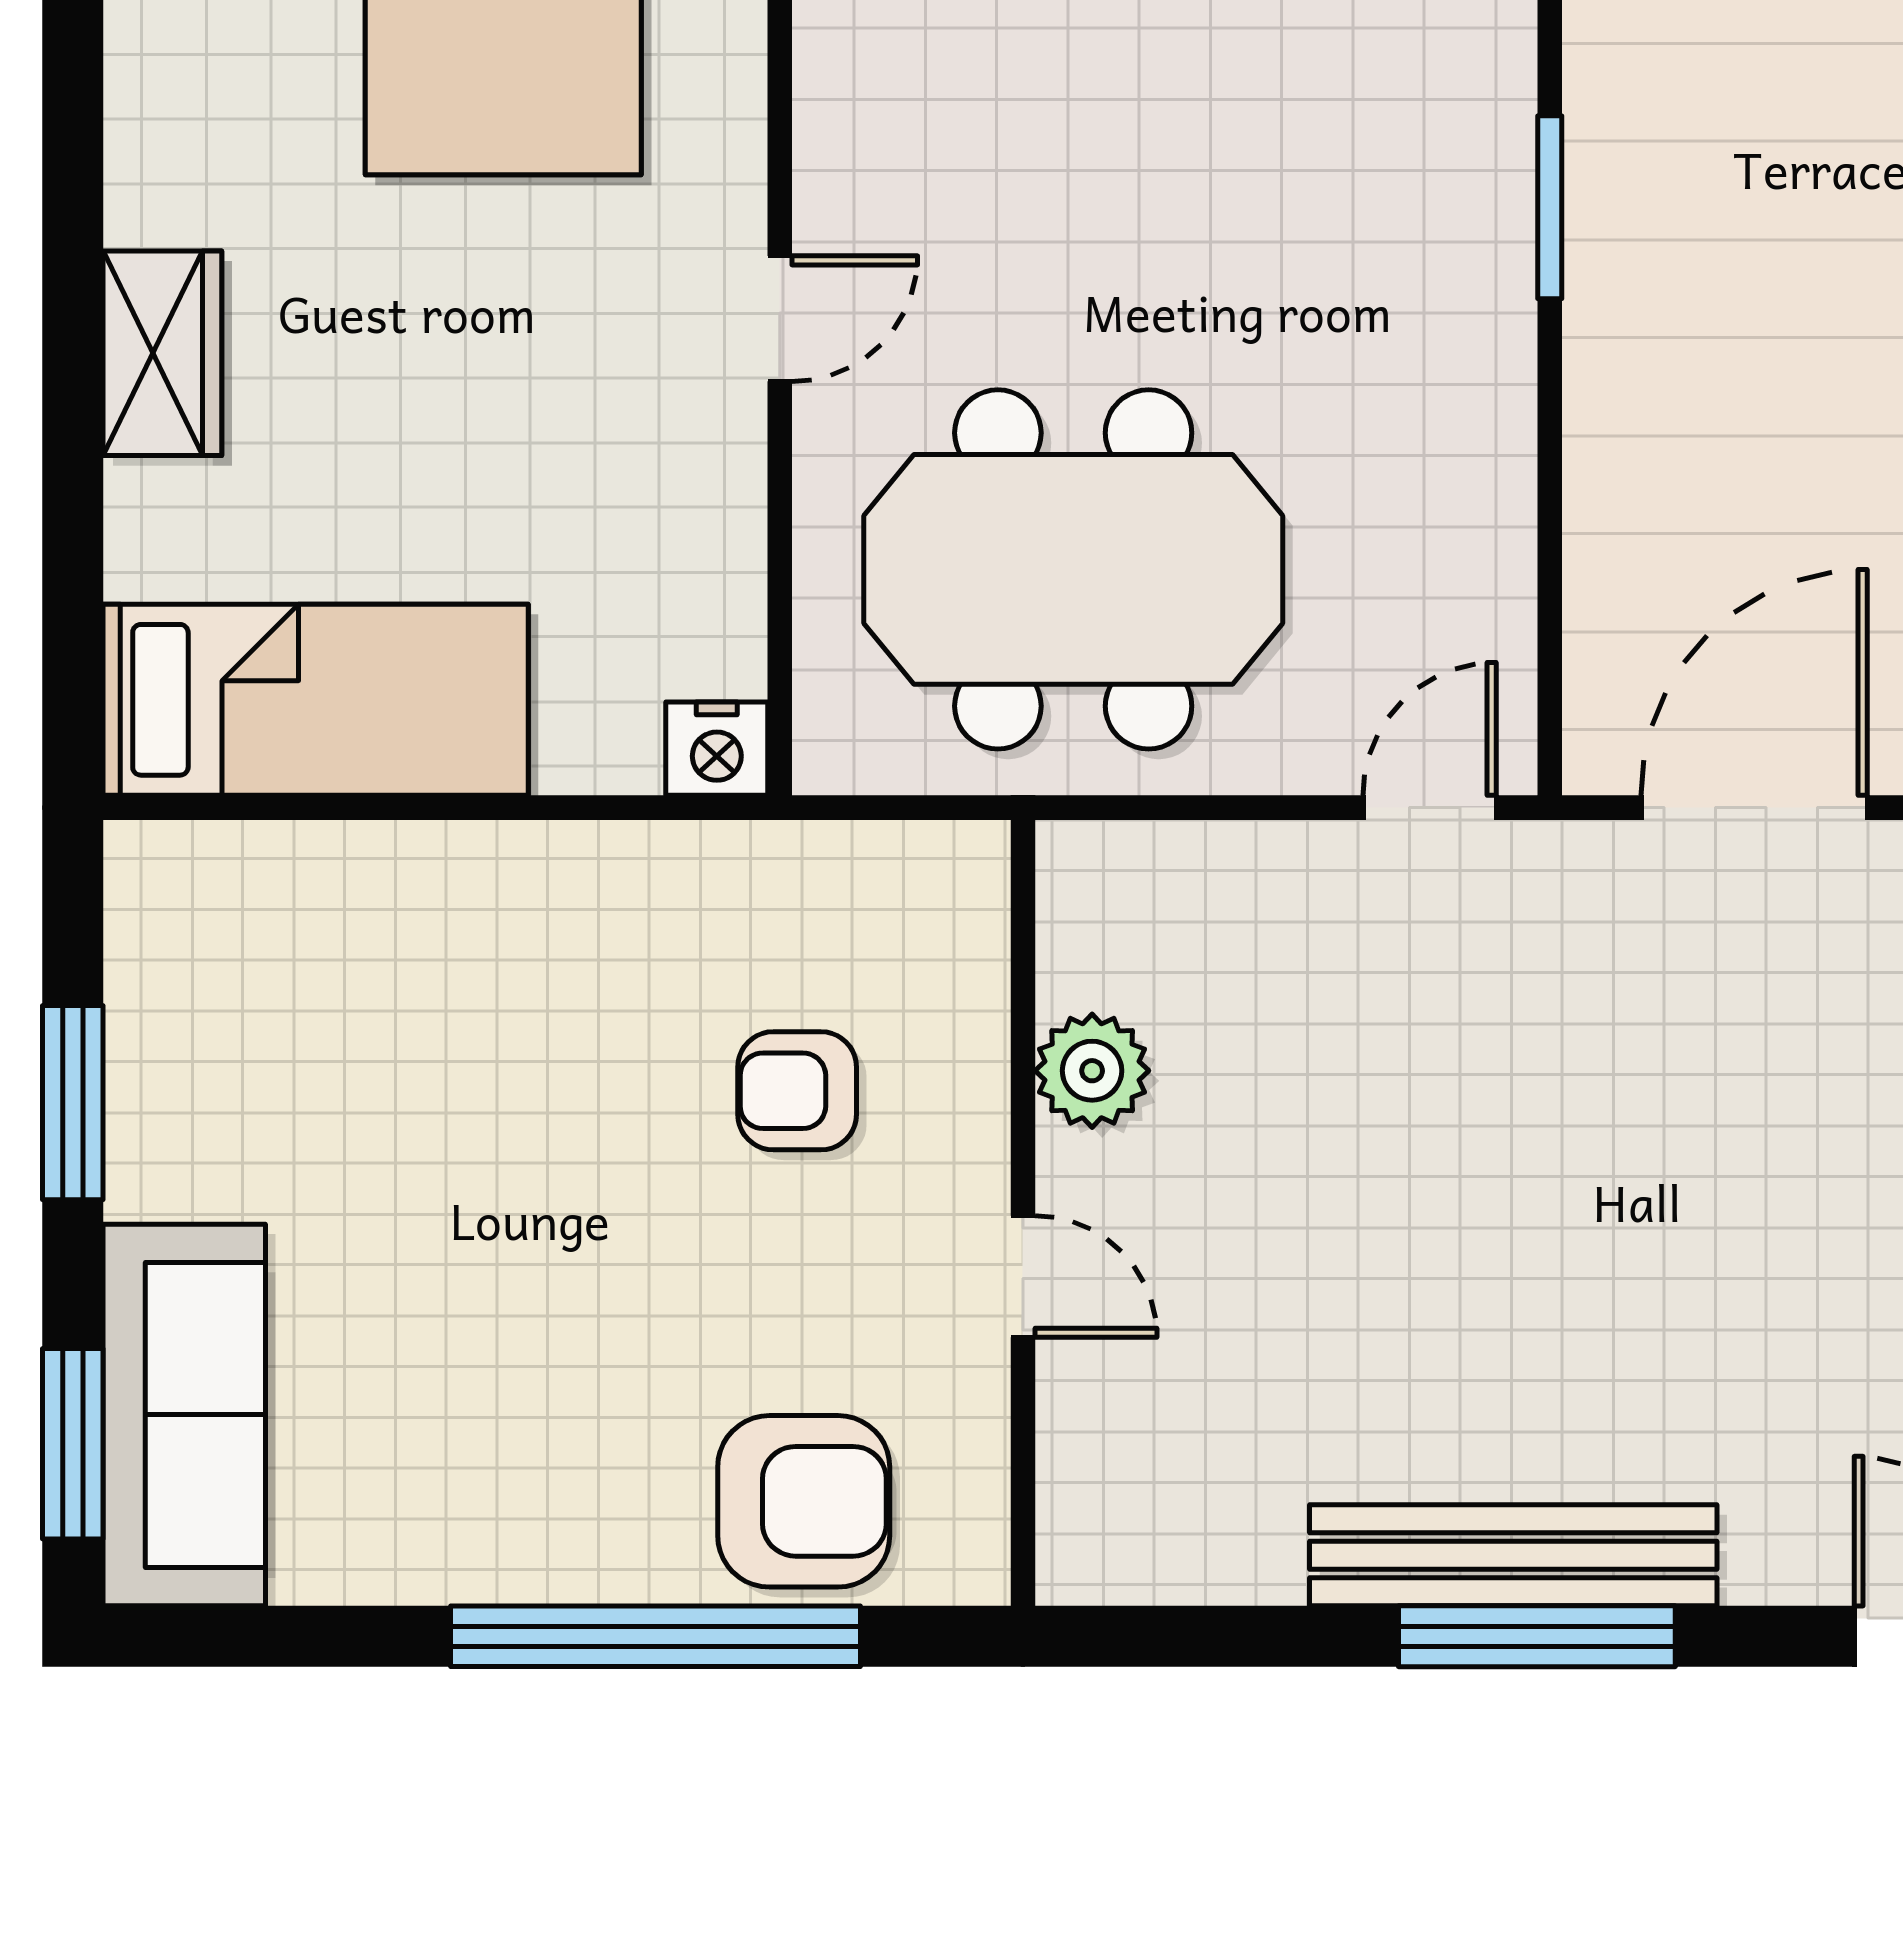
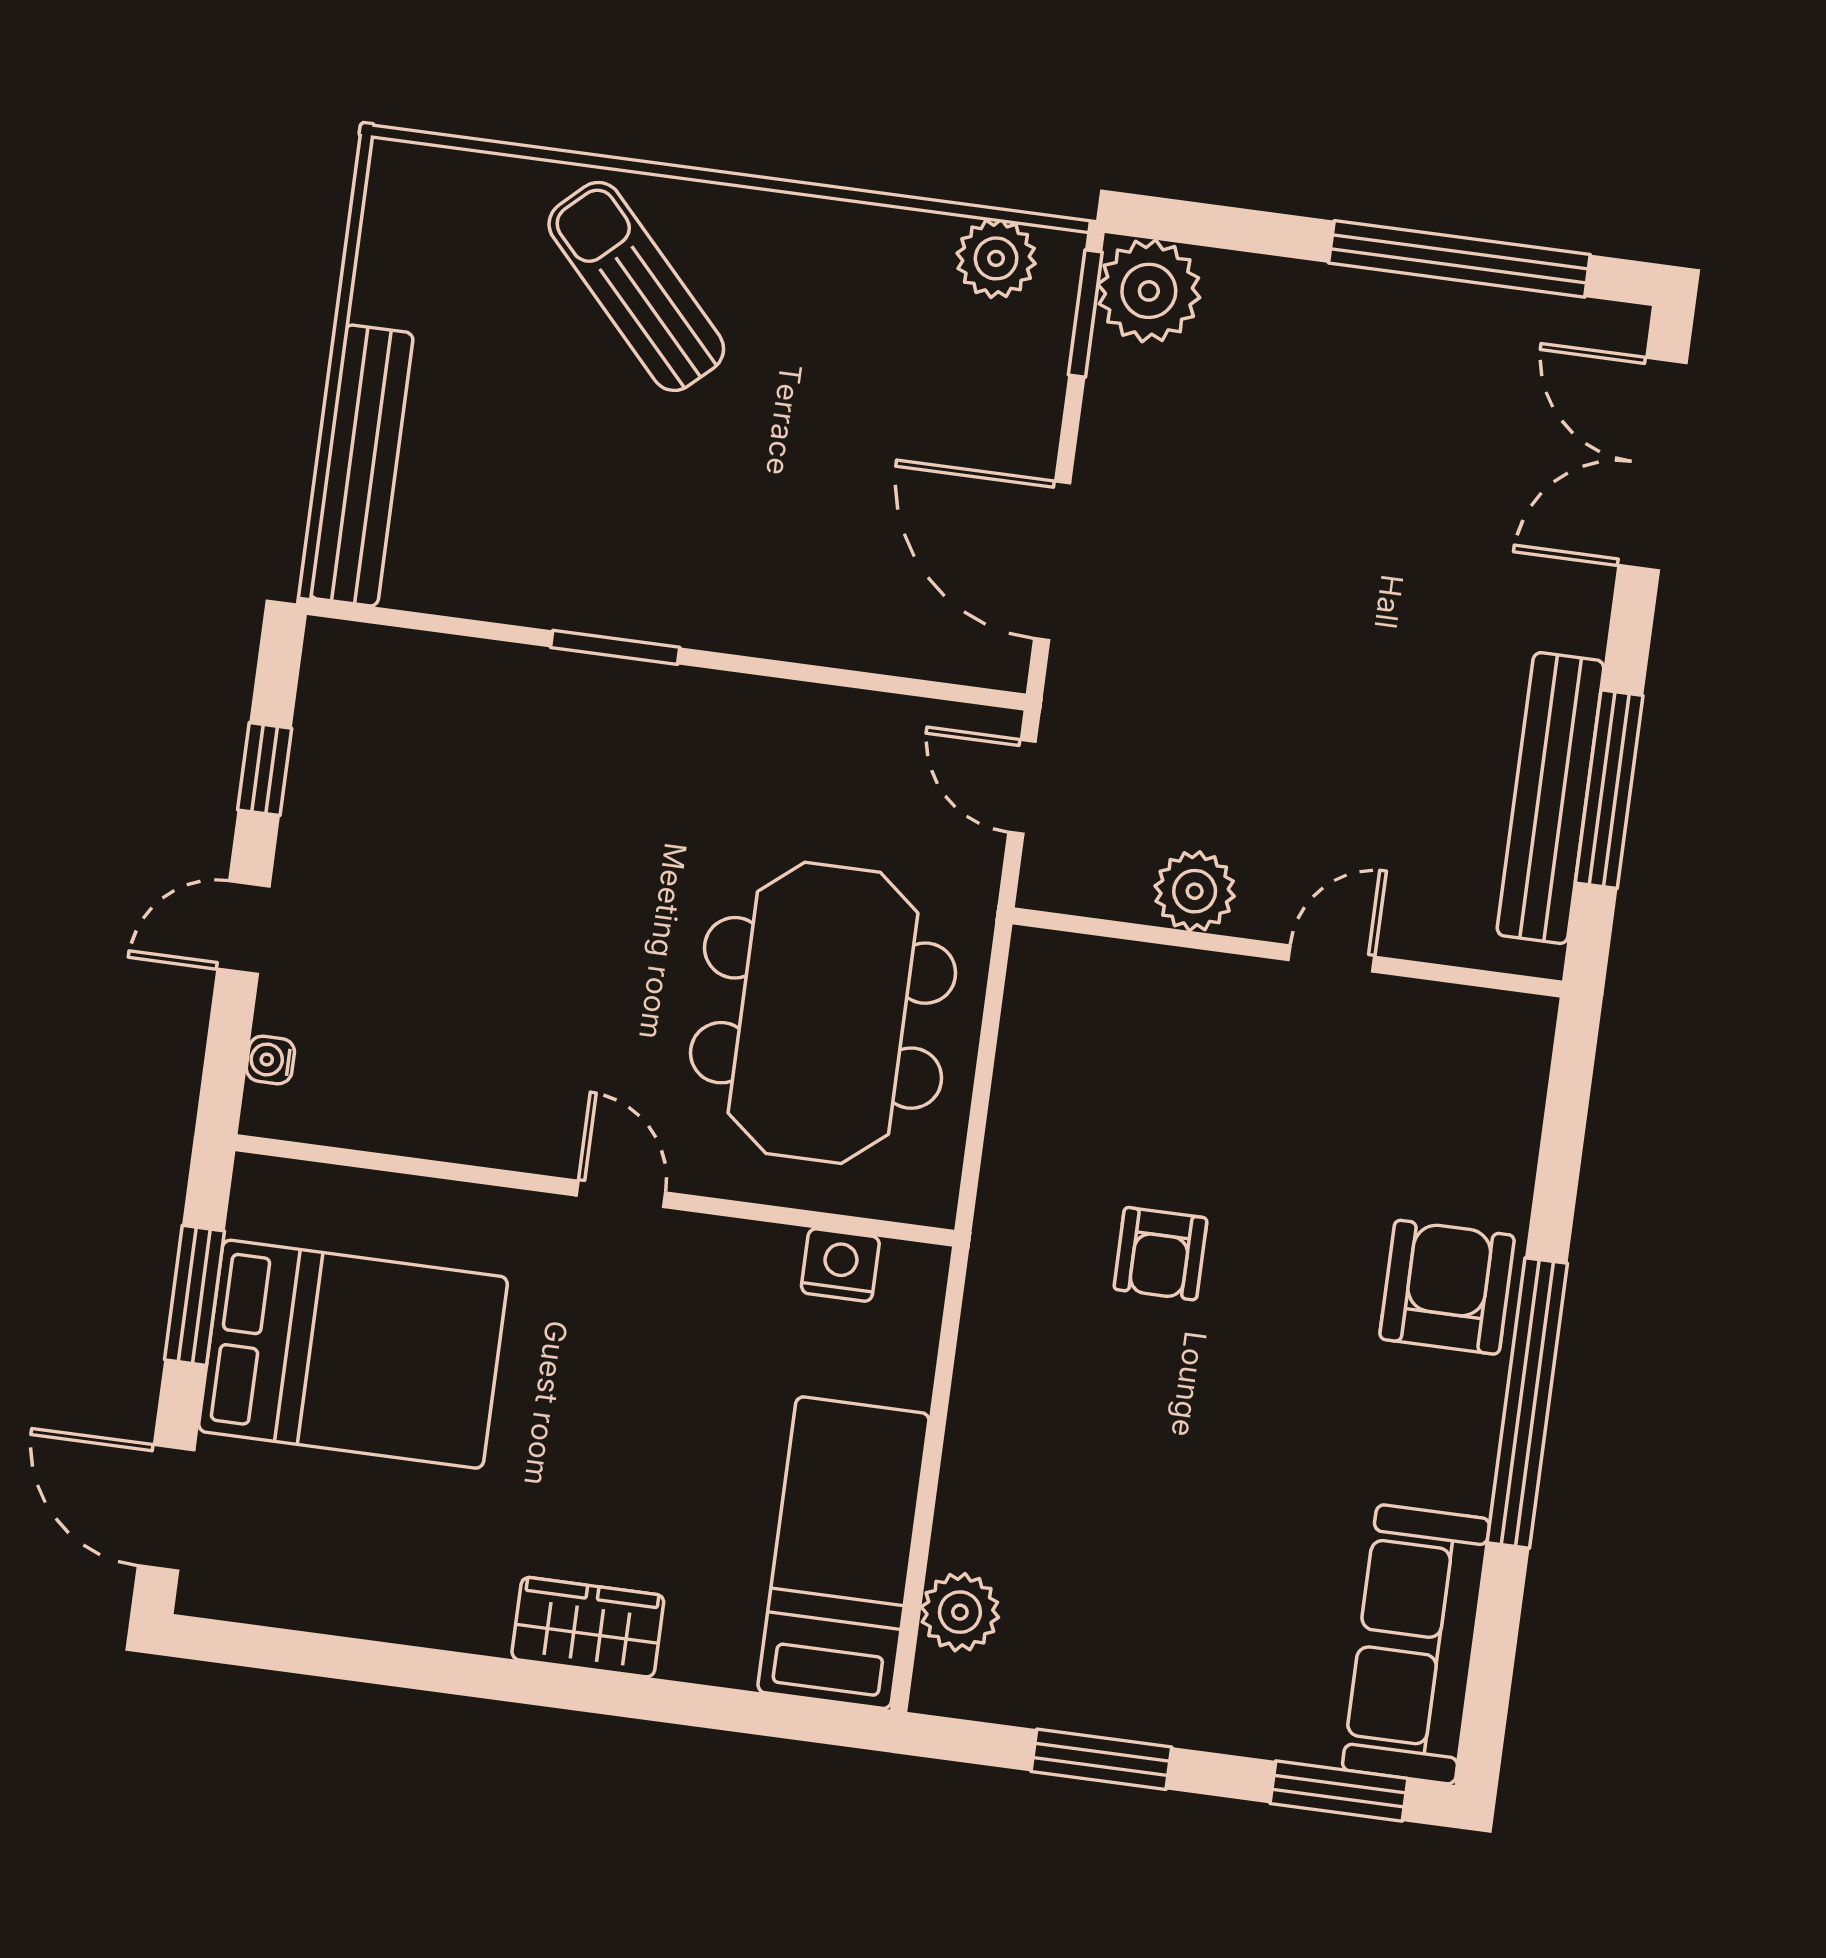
nightstand: (717, 749) -> (840, 1265), moved, turned -90
plant: (254, 875) -> (960, 1612), added
plant: (1092, 1071) -> (1195, 891), moved
wall: (1023, 1213) -> (1287, 952), moved
door: (1023, 1276) -> (1331, 958), moved
sofa: (184, 1415) -> (1416, 1644), moved, turned -90

